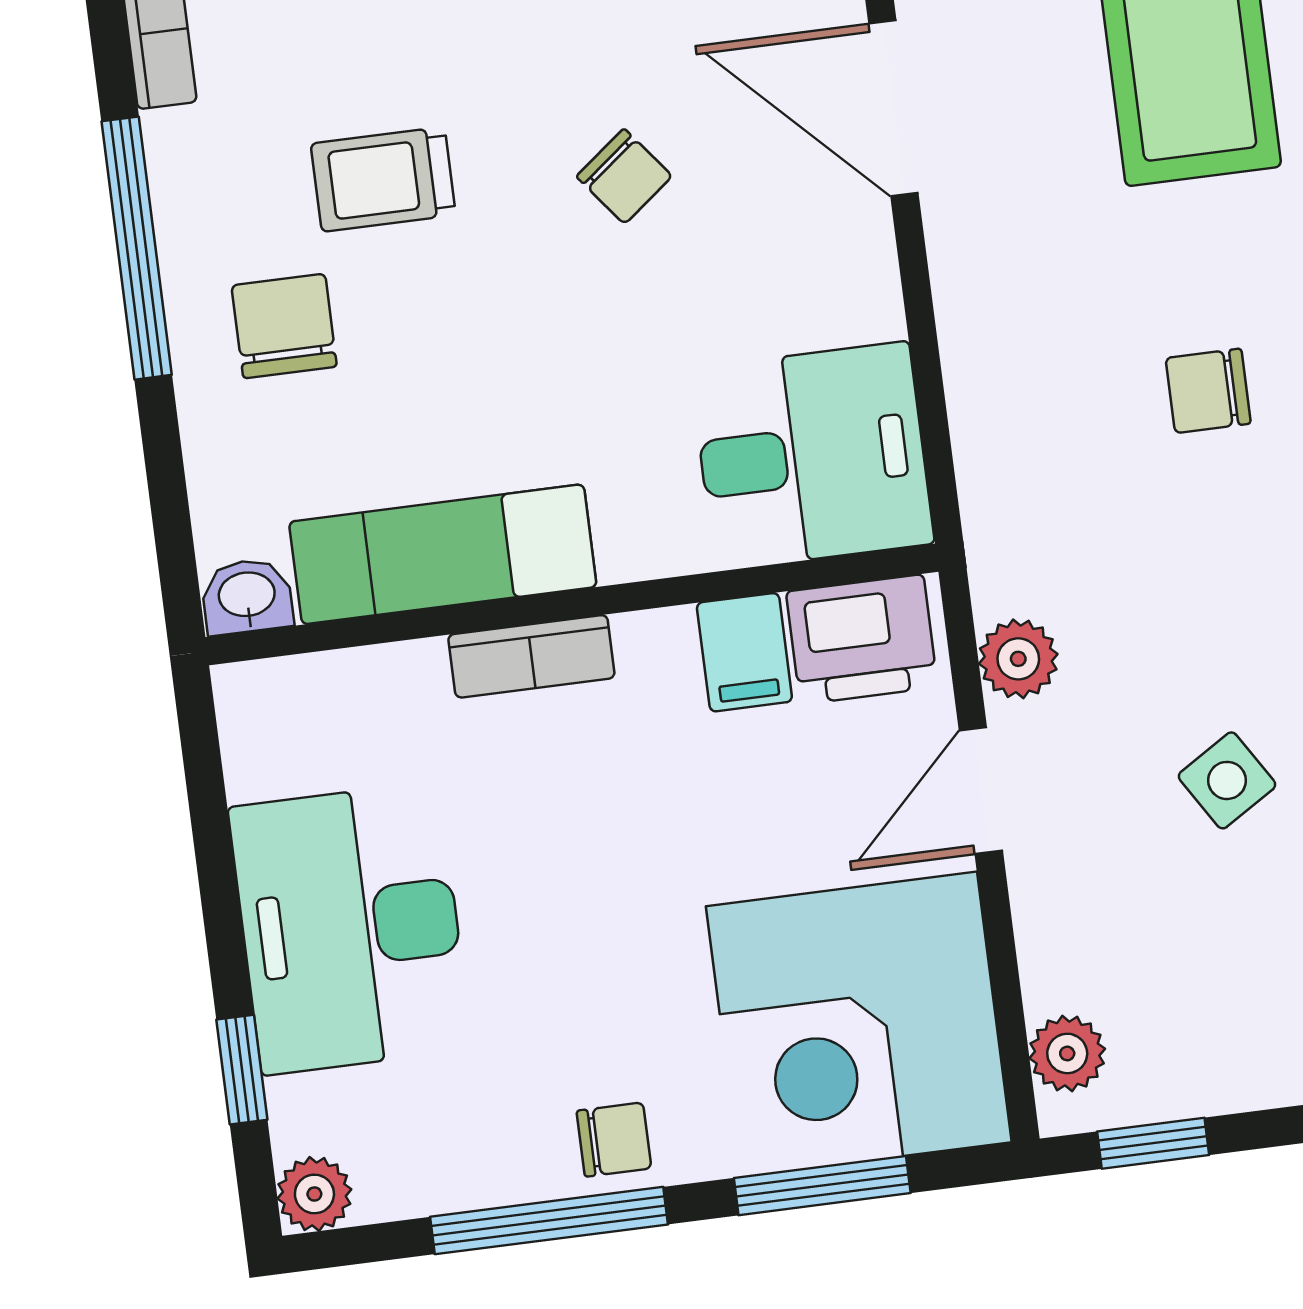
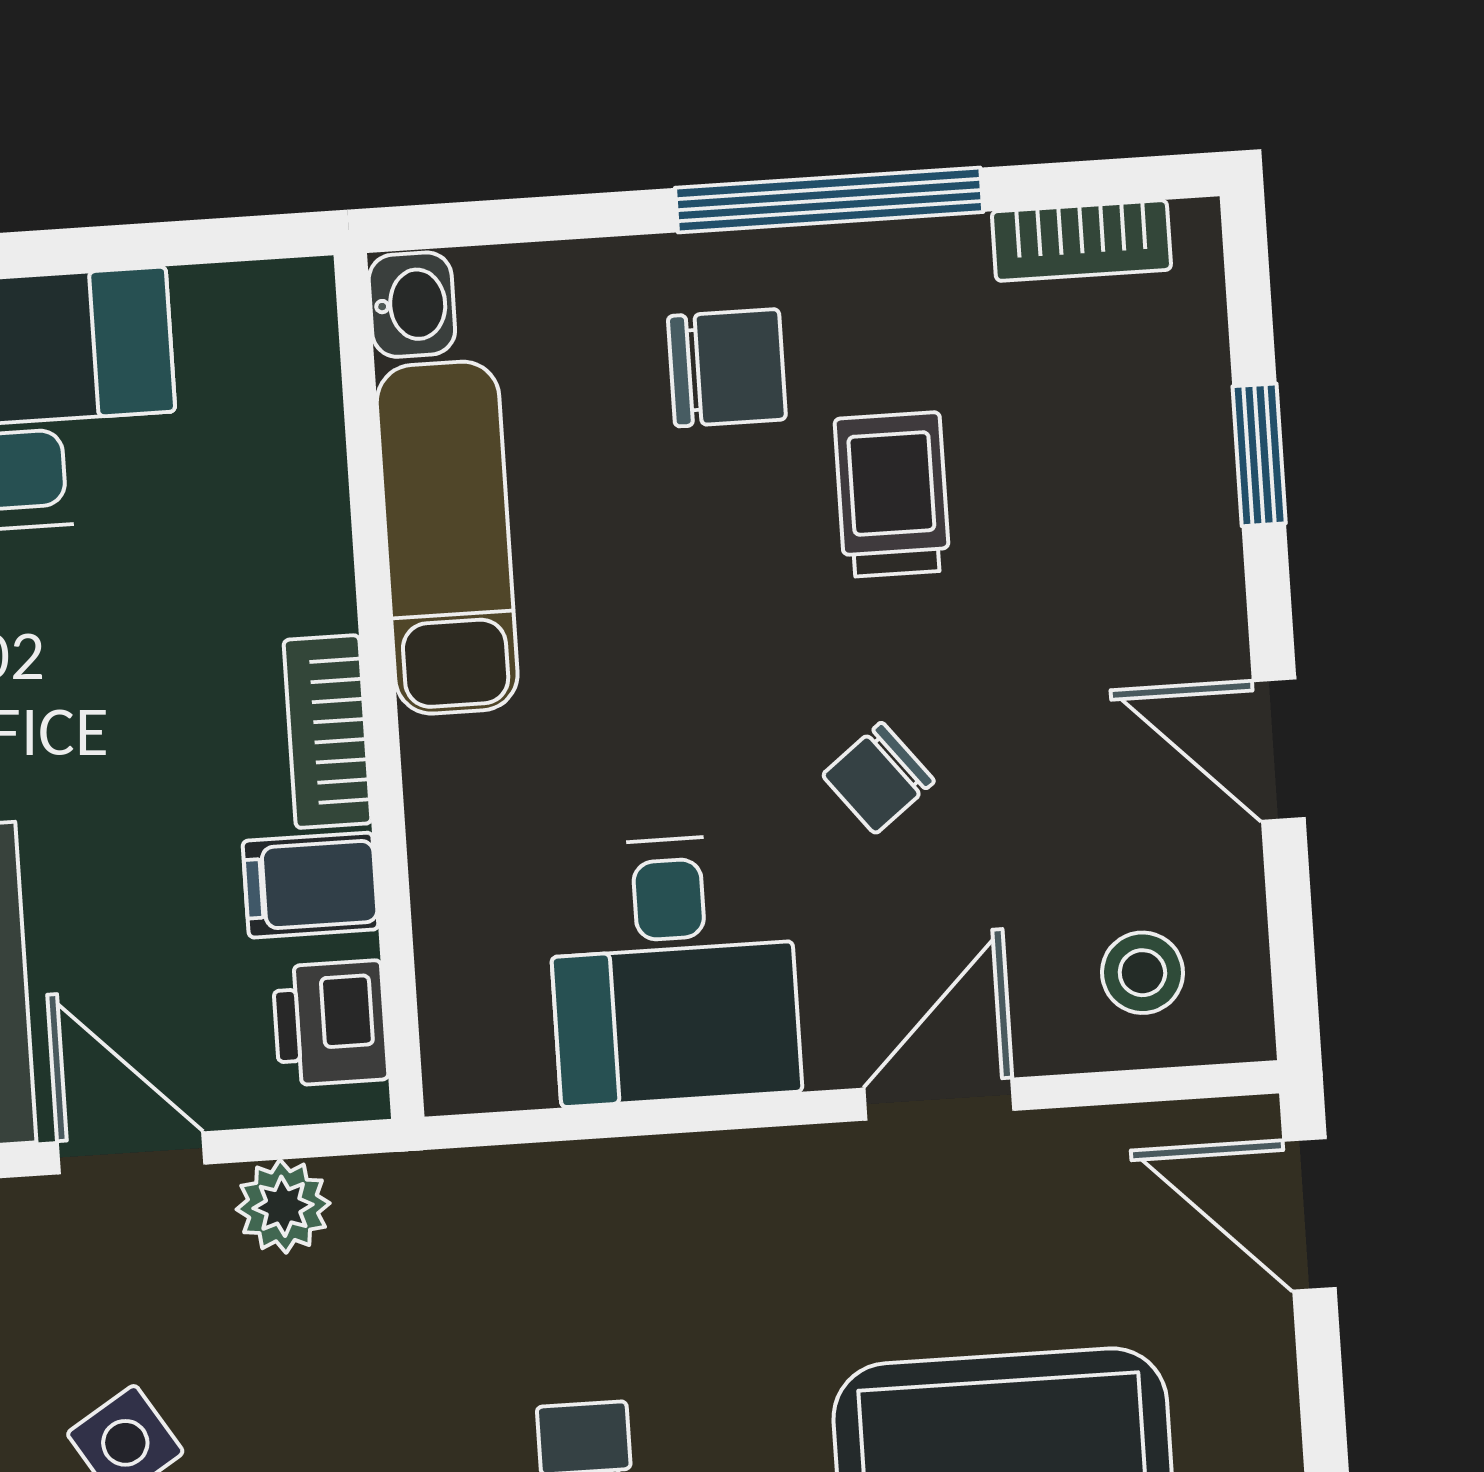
door: (893, 108) -> (939, 1099), width x0.73
desk: (812, 456) -> (673, 970), moved
printer: (862, 639) -> (330, 1023), width x0.73, depth x0.81
bookcase: (531, 656) -> (328, 732), moved

